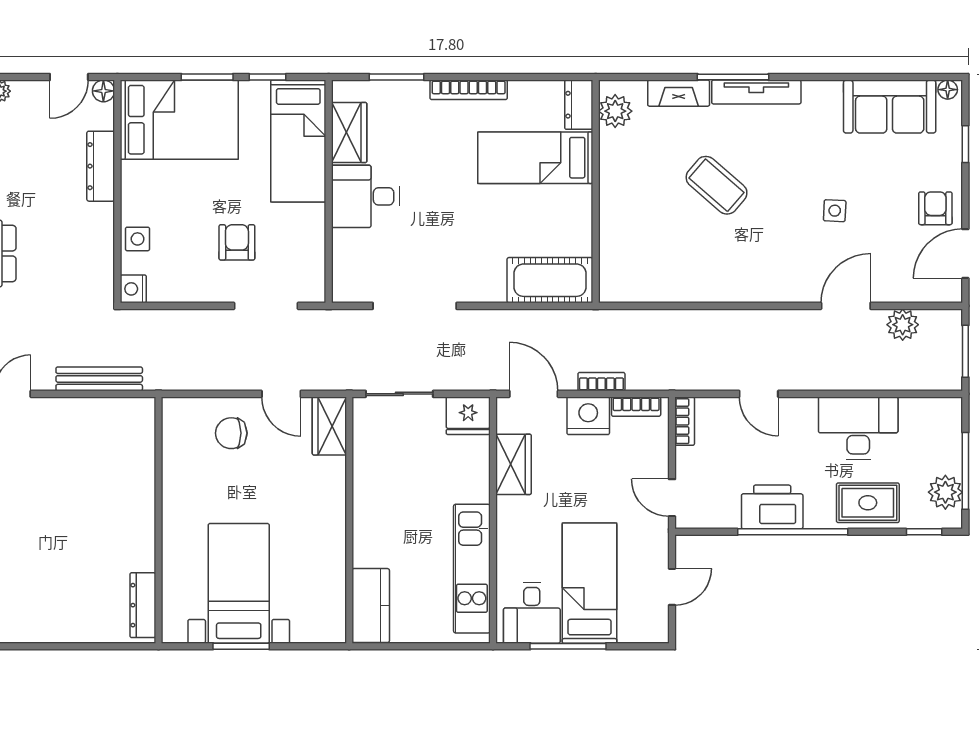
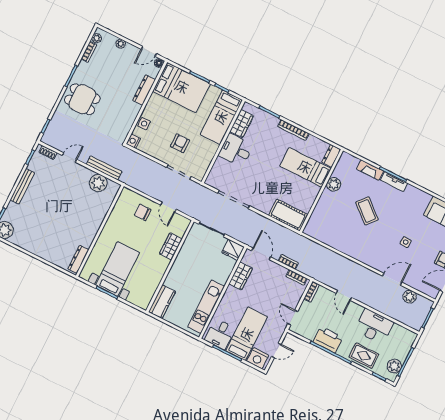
tv unit: (756, 92) -> (394, 182), width x0.71
plant: (615, 111) -> (334, 184), moved
nightstand: (588, 416) -> (258, 358), moved, turned 180
plant: (103, 418) -> (98, 183), added
wardrobe: (329, 426) -> (171, 246), moved

